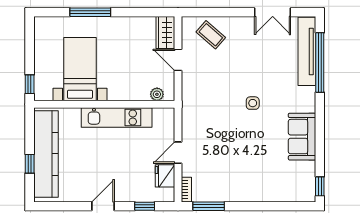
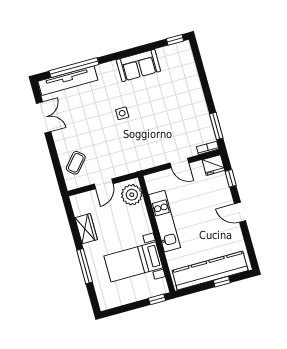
wardrobe: (165, 32) -> (86, 229), moved, turned -90
plant: (157, 94) -> (132, 195), width x1.87, depth x1.87
fridge: (165, 176) -> (213, 165), moved

